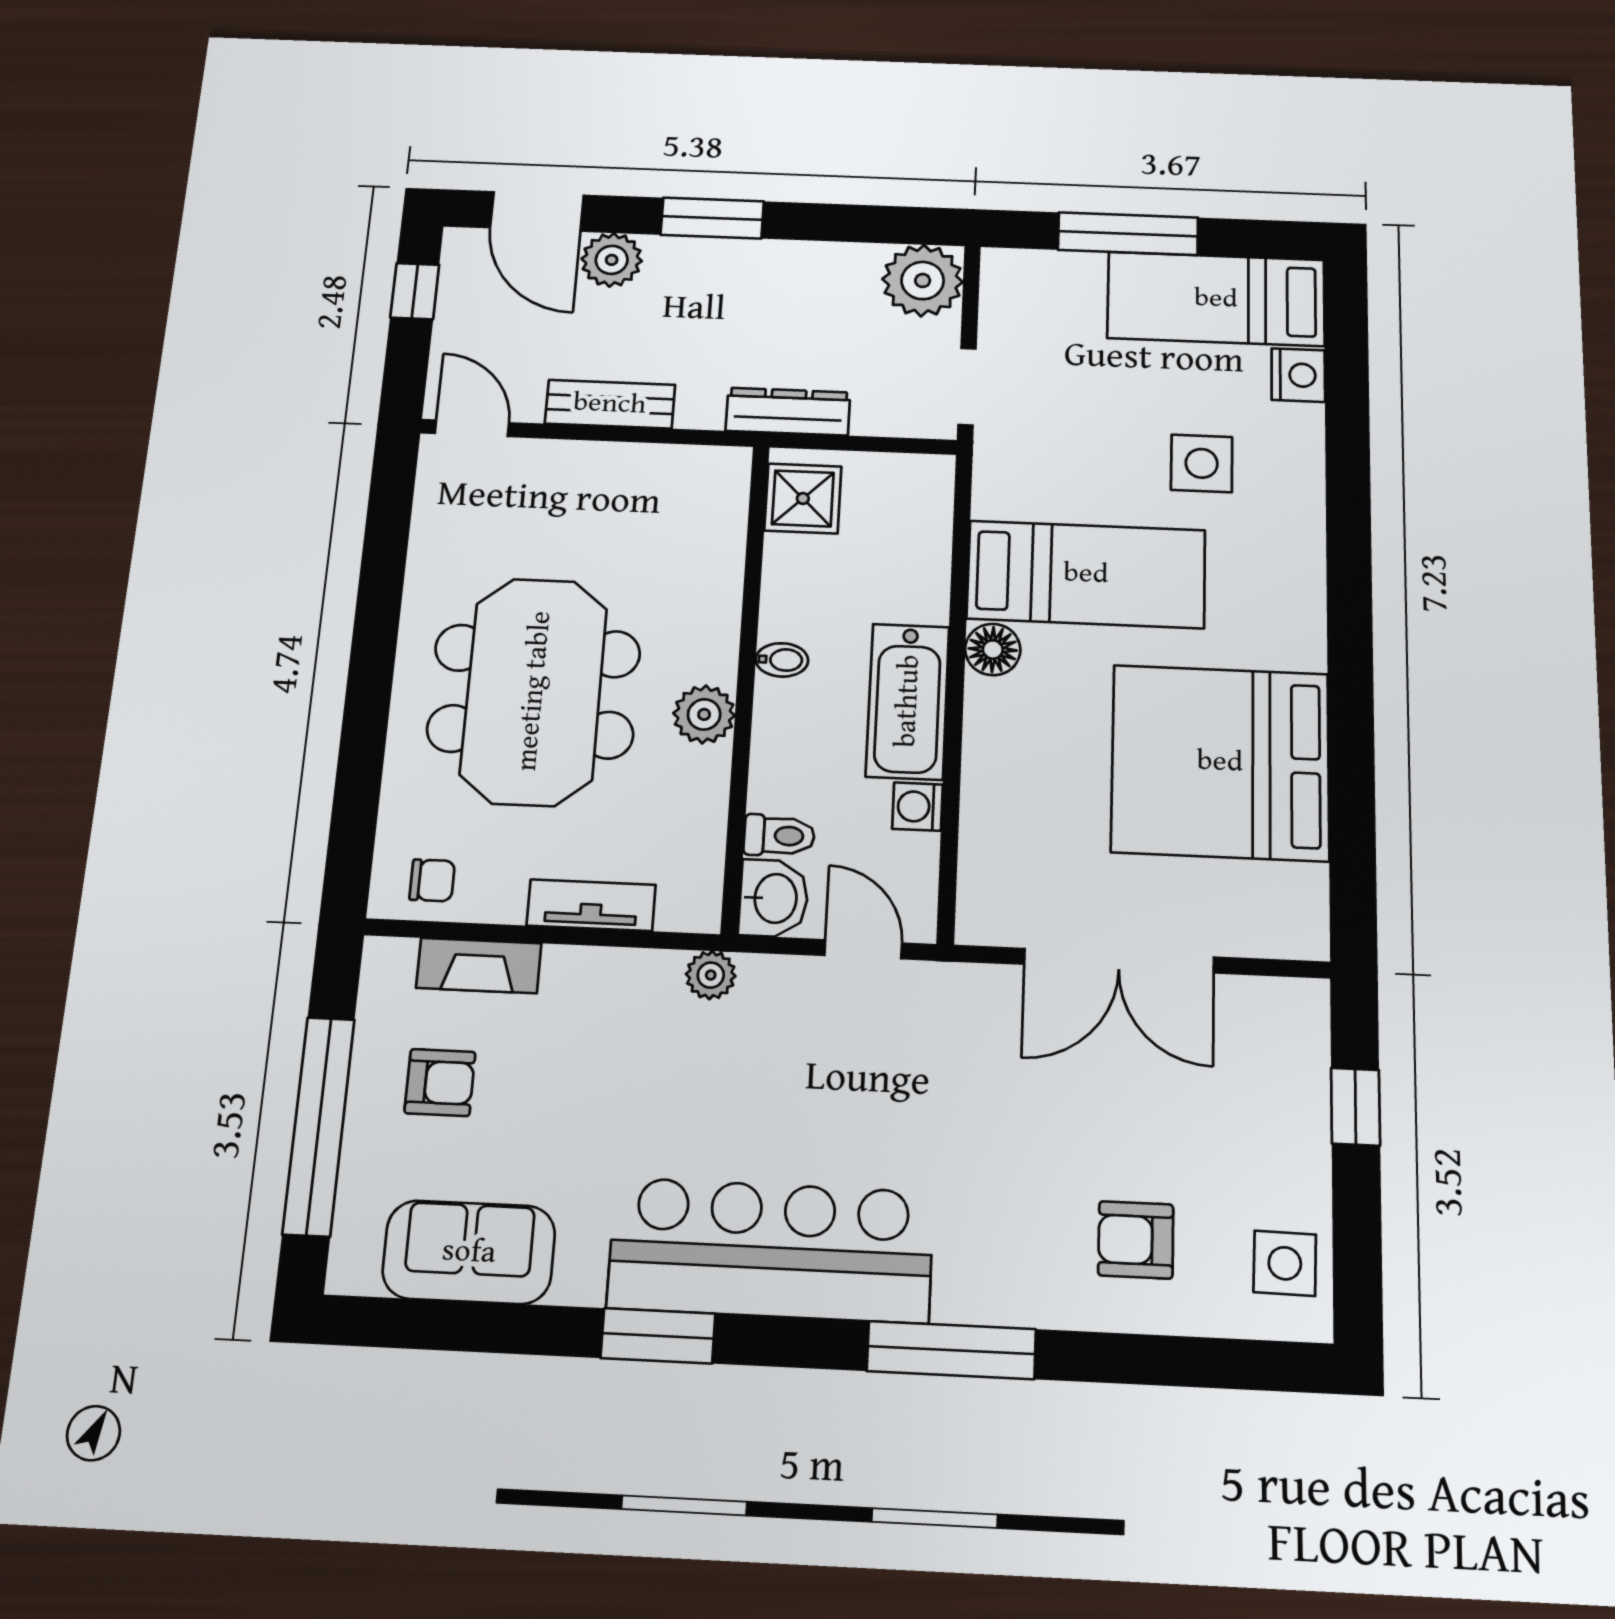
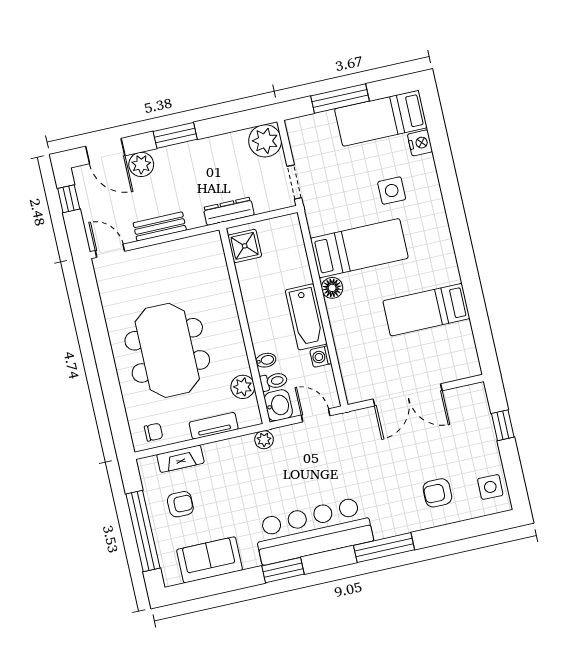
bidet: (782, 660) -> (266, 360), moved
plant: (704, 714) -> (243, 387), moved
bed: (1220, 762) -> (426, 310), width x0.49

